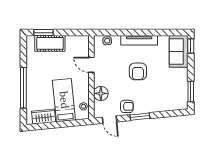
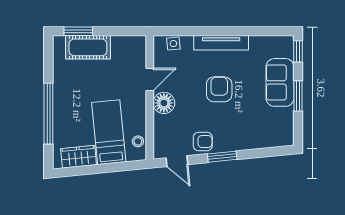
sofa: (179, 51) -> (280, 82), moved
door: (91, 65) -> (150, 79), swing flipped
armchair: (138, 71) -> (219, 89), turned 180
window: (191, 91) -> (298, 96), moved
floor lamp: (101, 93) -> (164, 103), moved

